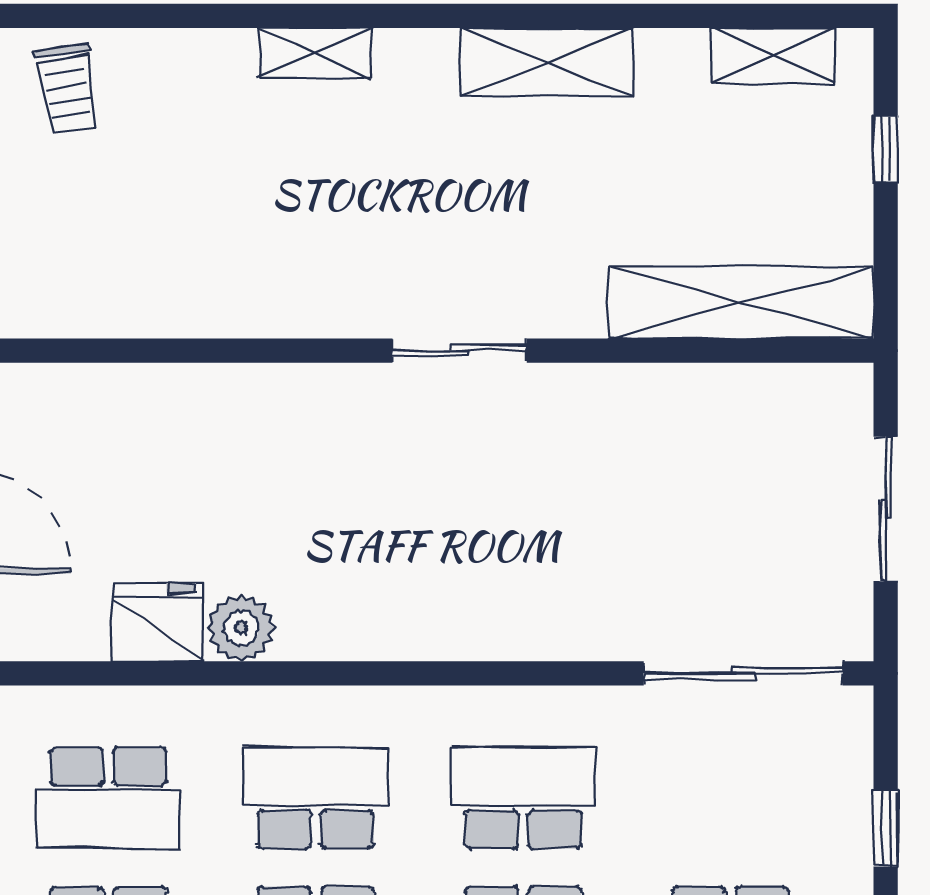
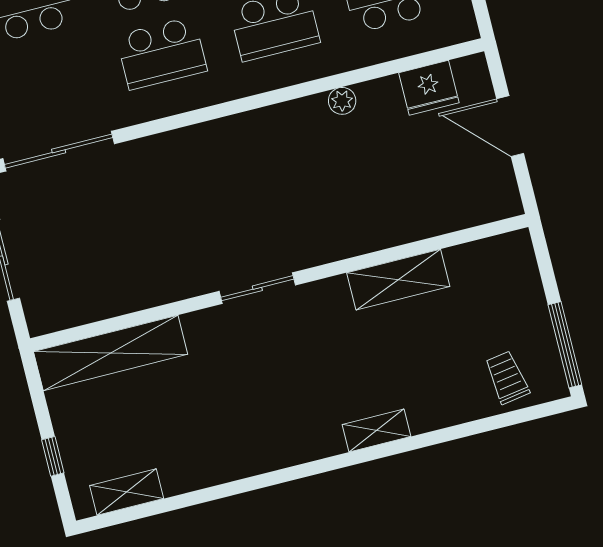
shelving: (547, 62) -> (398, 280), moved
fridge: (158, 622) -> (429, 88), moved
plant: (241, 628) -> (342, 101), width x0.73, depth x0.73

